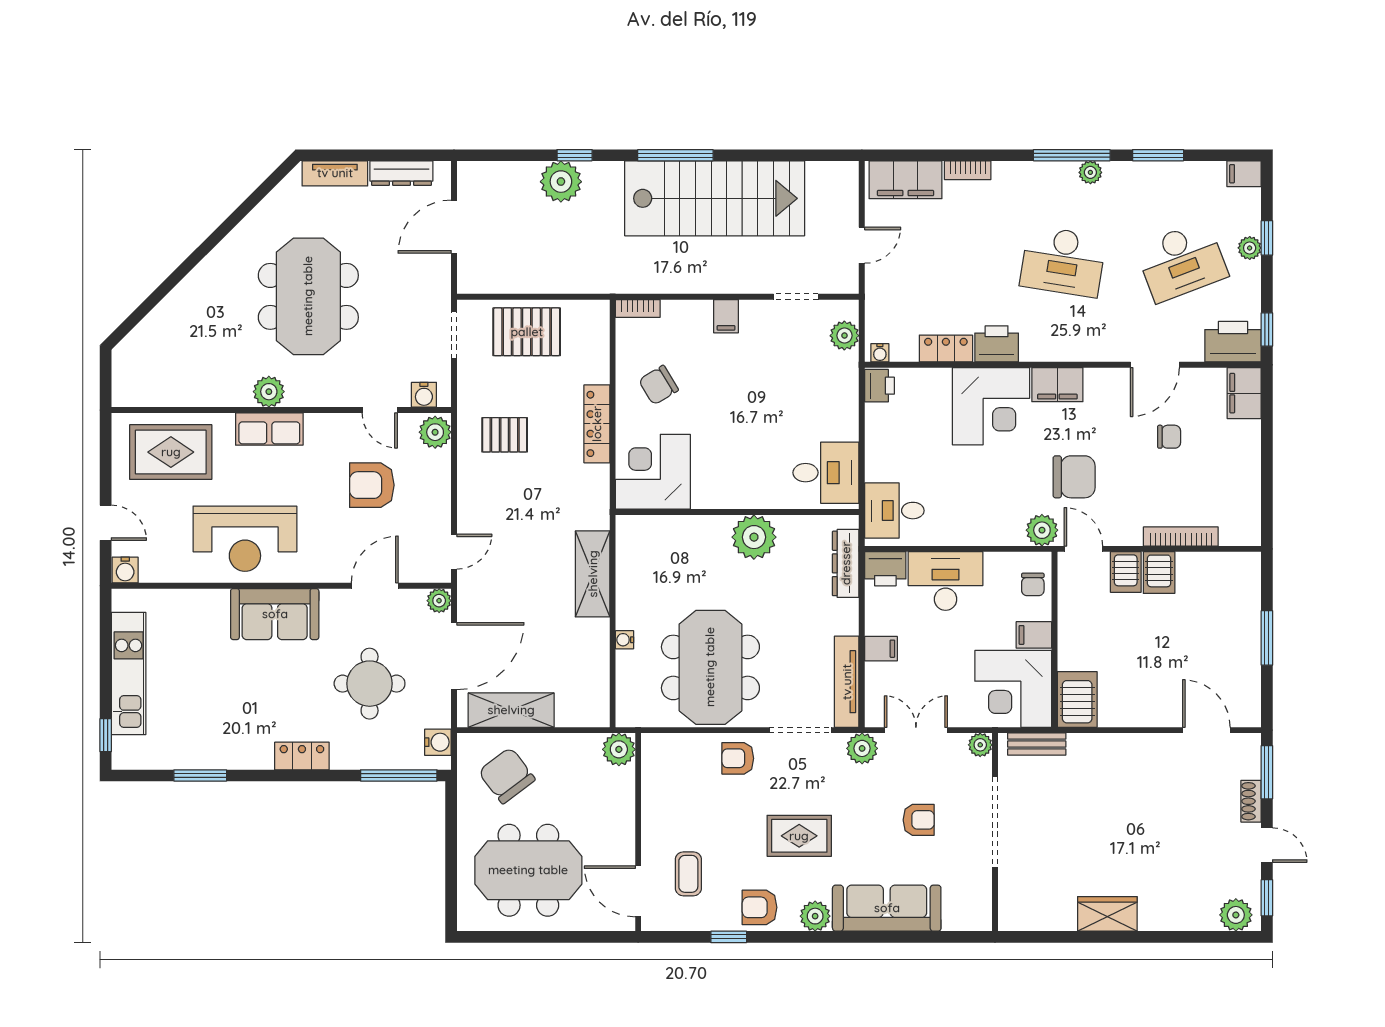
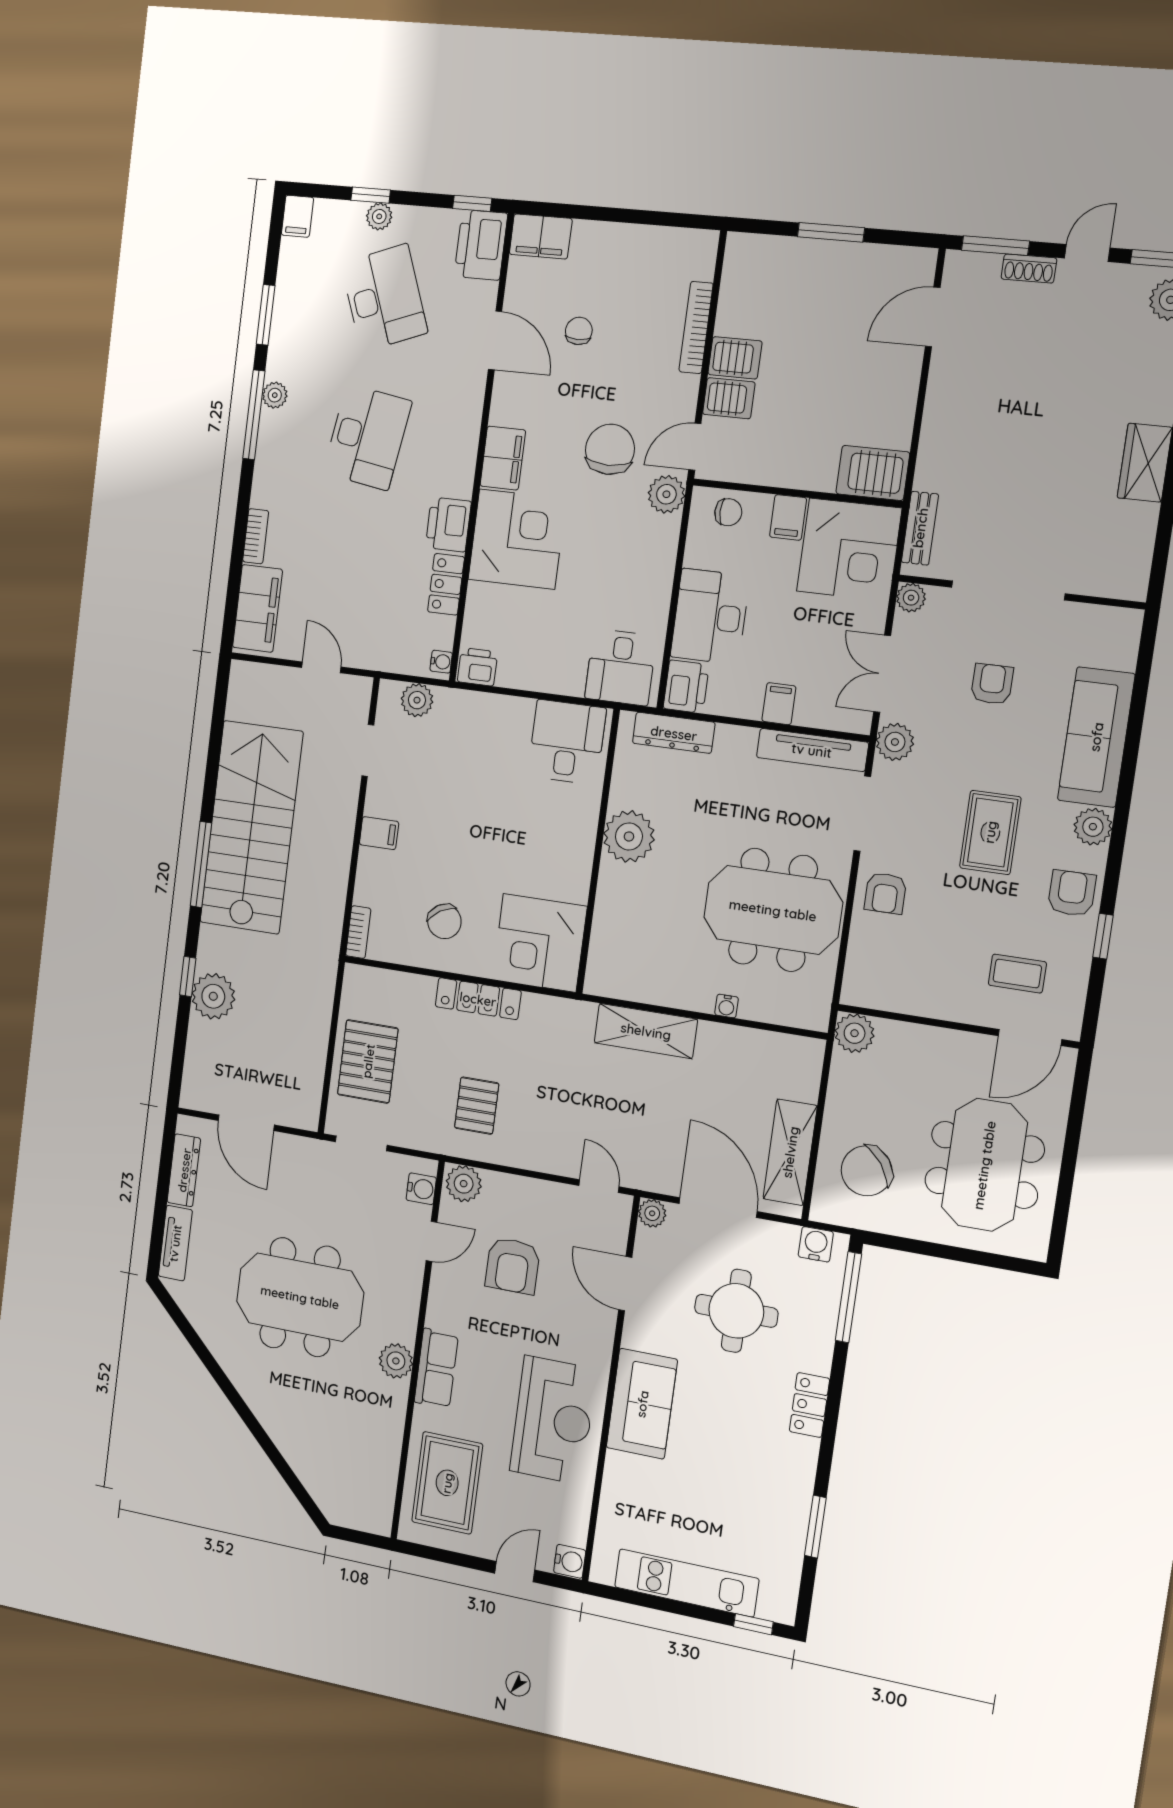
armchair: (760, 907) -> (1072, 893), turned 180

